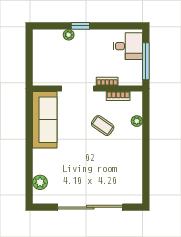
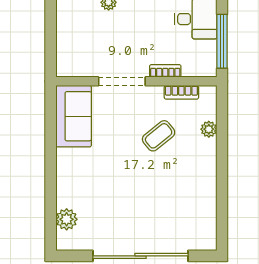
sofa: (45, 120) -> (74, 116), width x0.73
coffee table: (103, 126) -> (159, 136), turned -74

